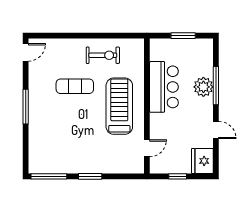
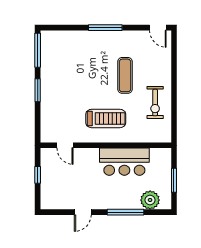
plant: (203, 87) -> (150, 200), moved
treadmill: (119, 106) -> (106, 118), width x0.73, depth x0.73
fridge: (202, 161) -> (53, 199), removed

